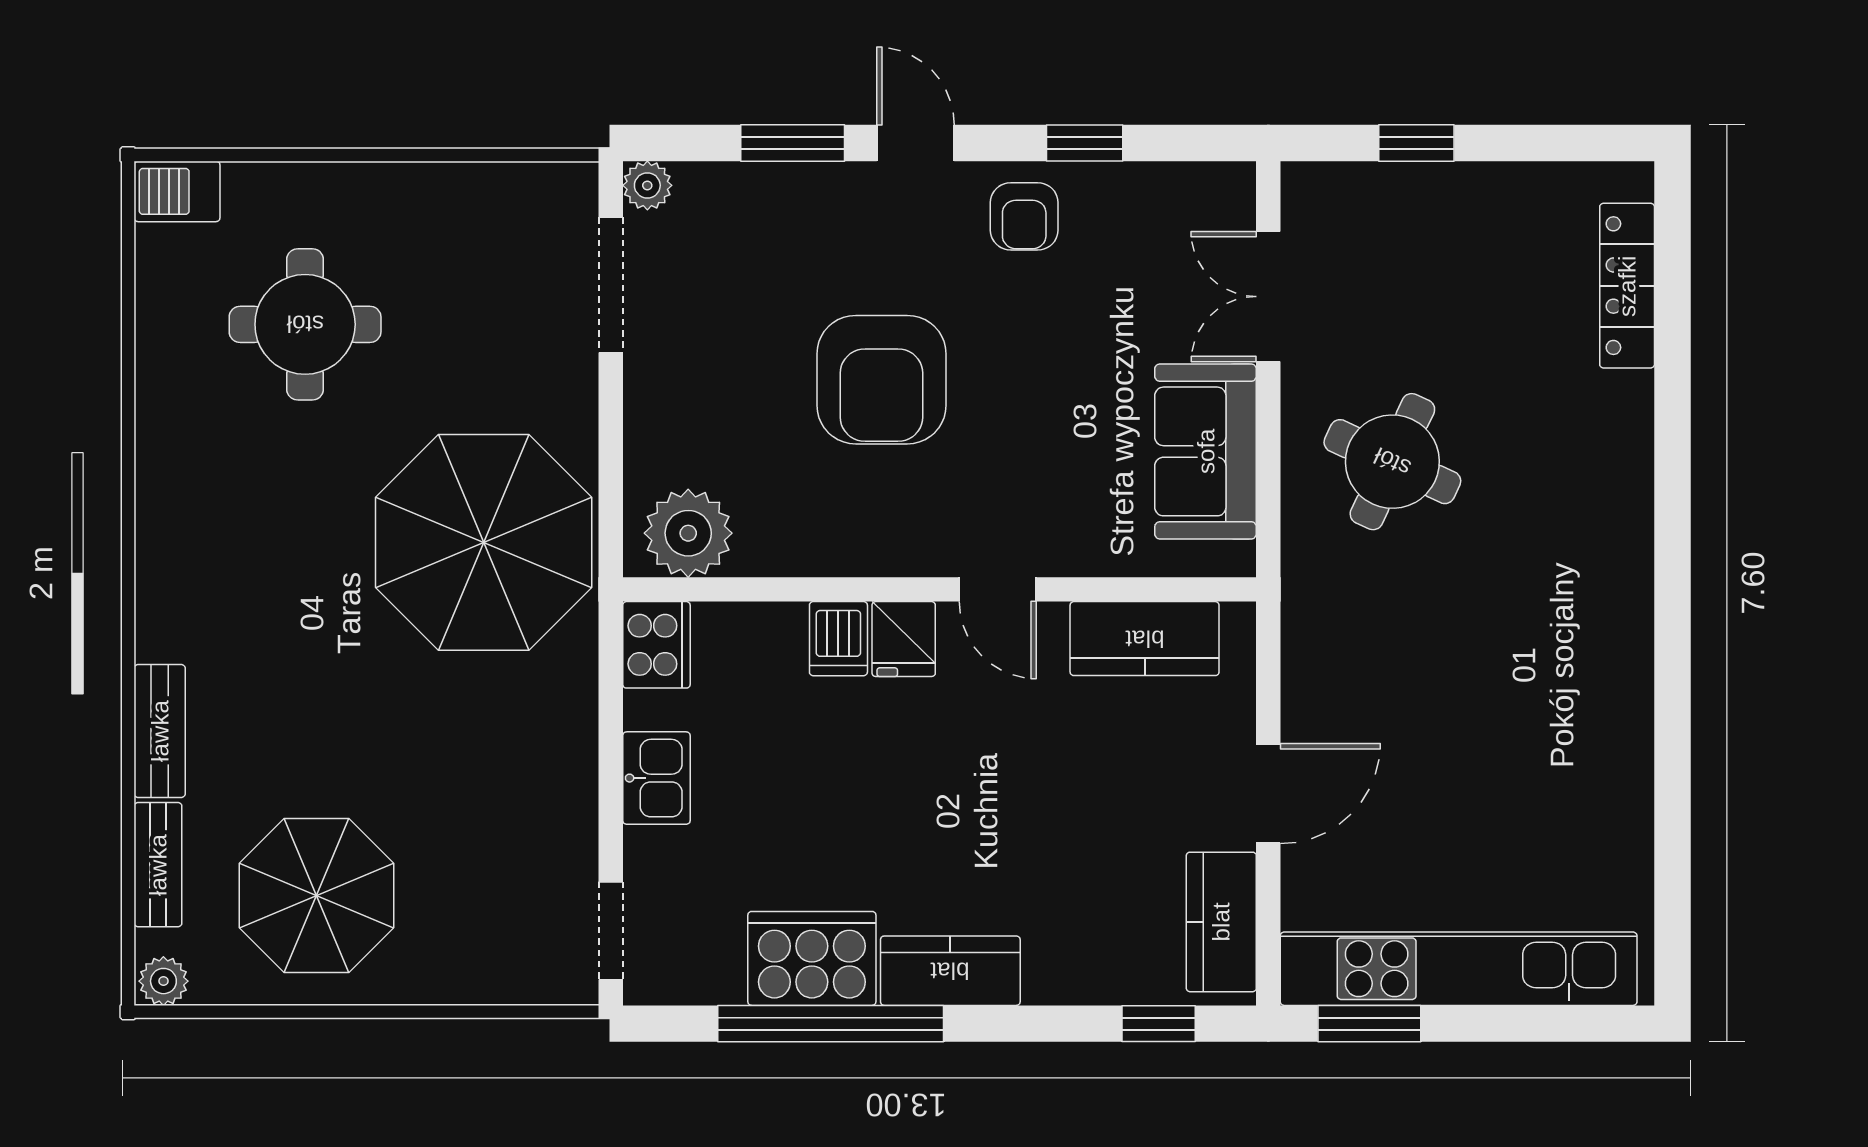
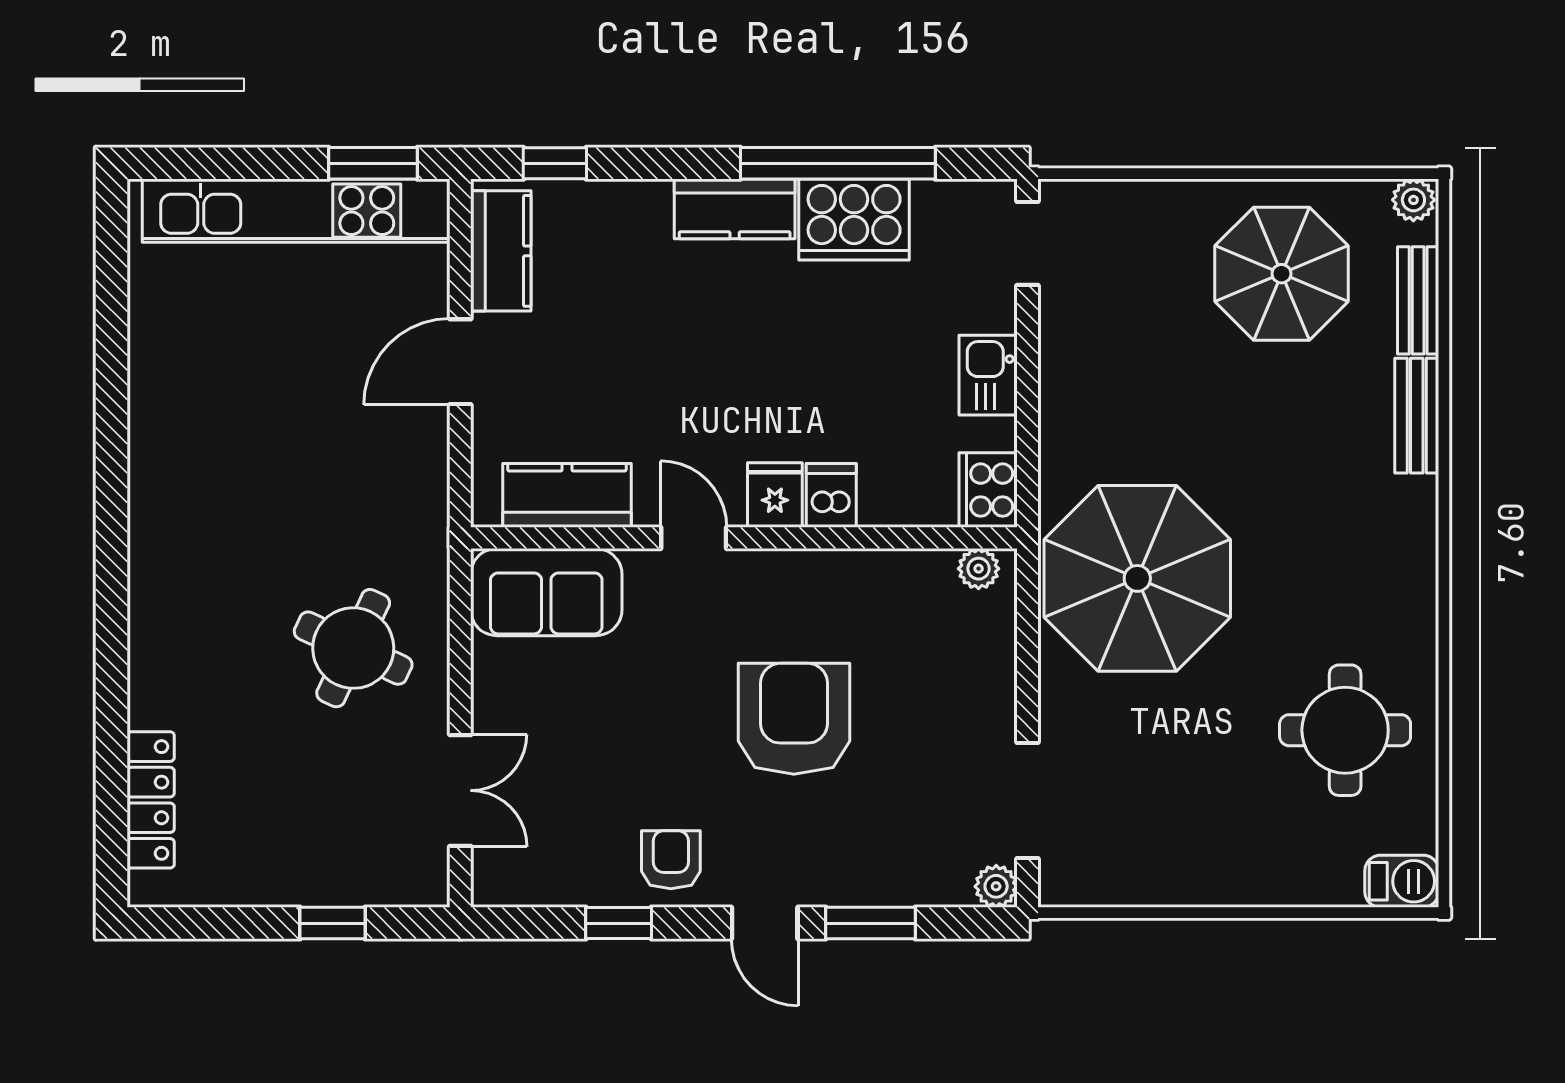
round table: (305, 324) -> (1345, 730), moved
sofa: (1206, 451) -> (546, 592), moved, turned 90
plant: (688, 533) -> (979, 569), width x0.53, depth x0.53

